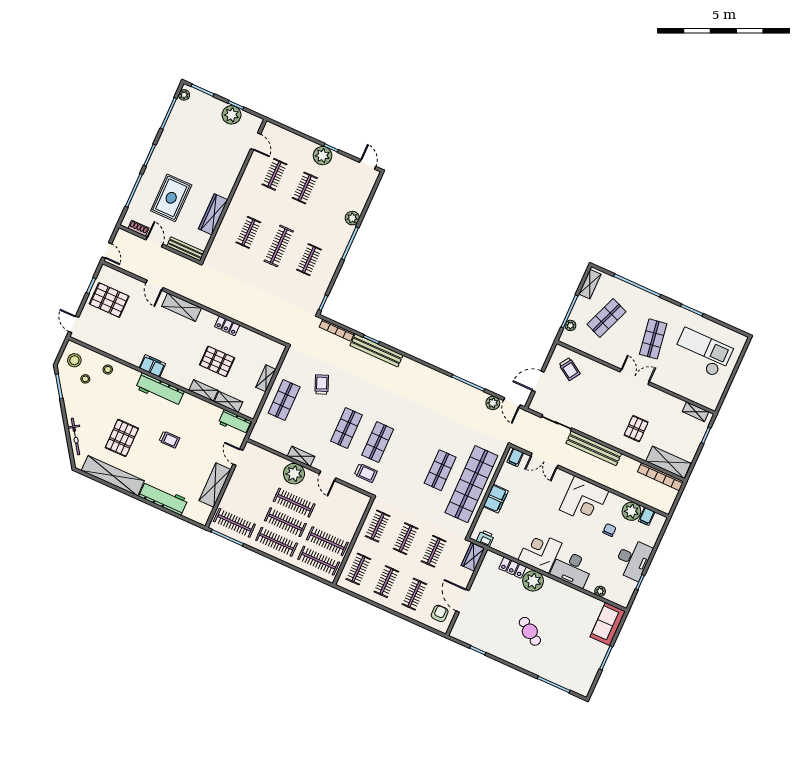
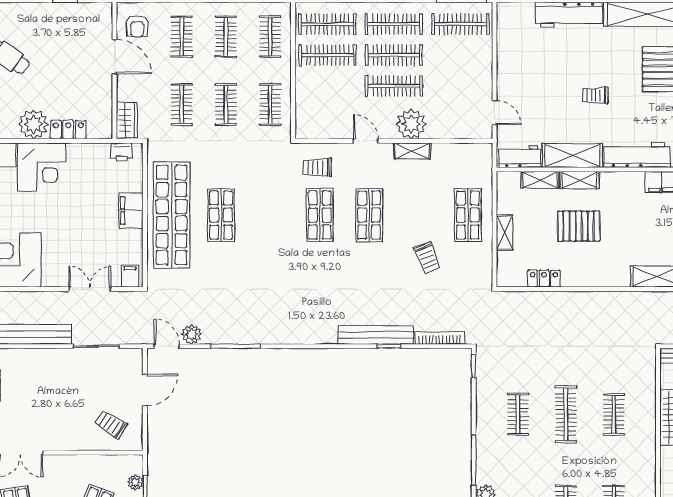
locker: (227, 326) -> (544, 279), moved
shelving: (215, 485) -> (572, 156), moved, turned 90

